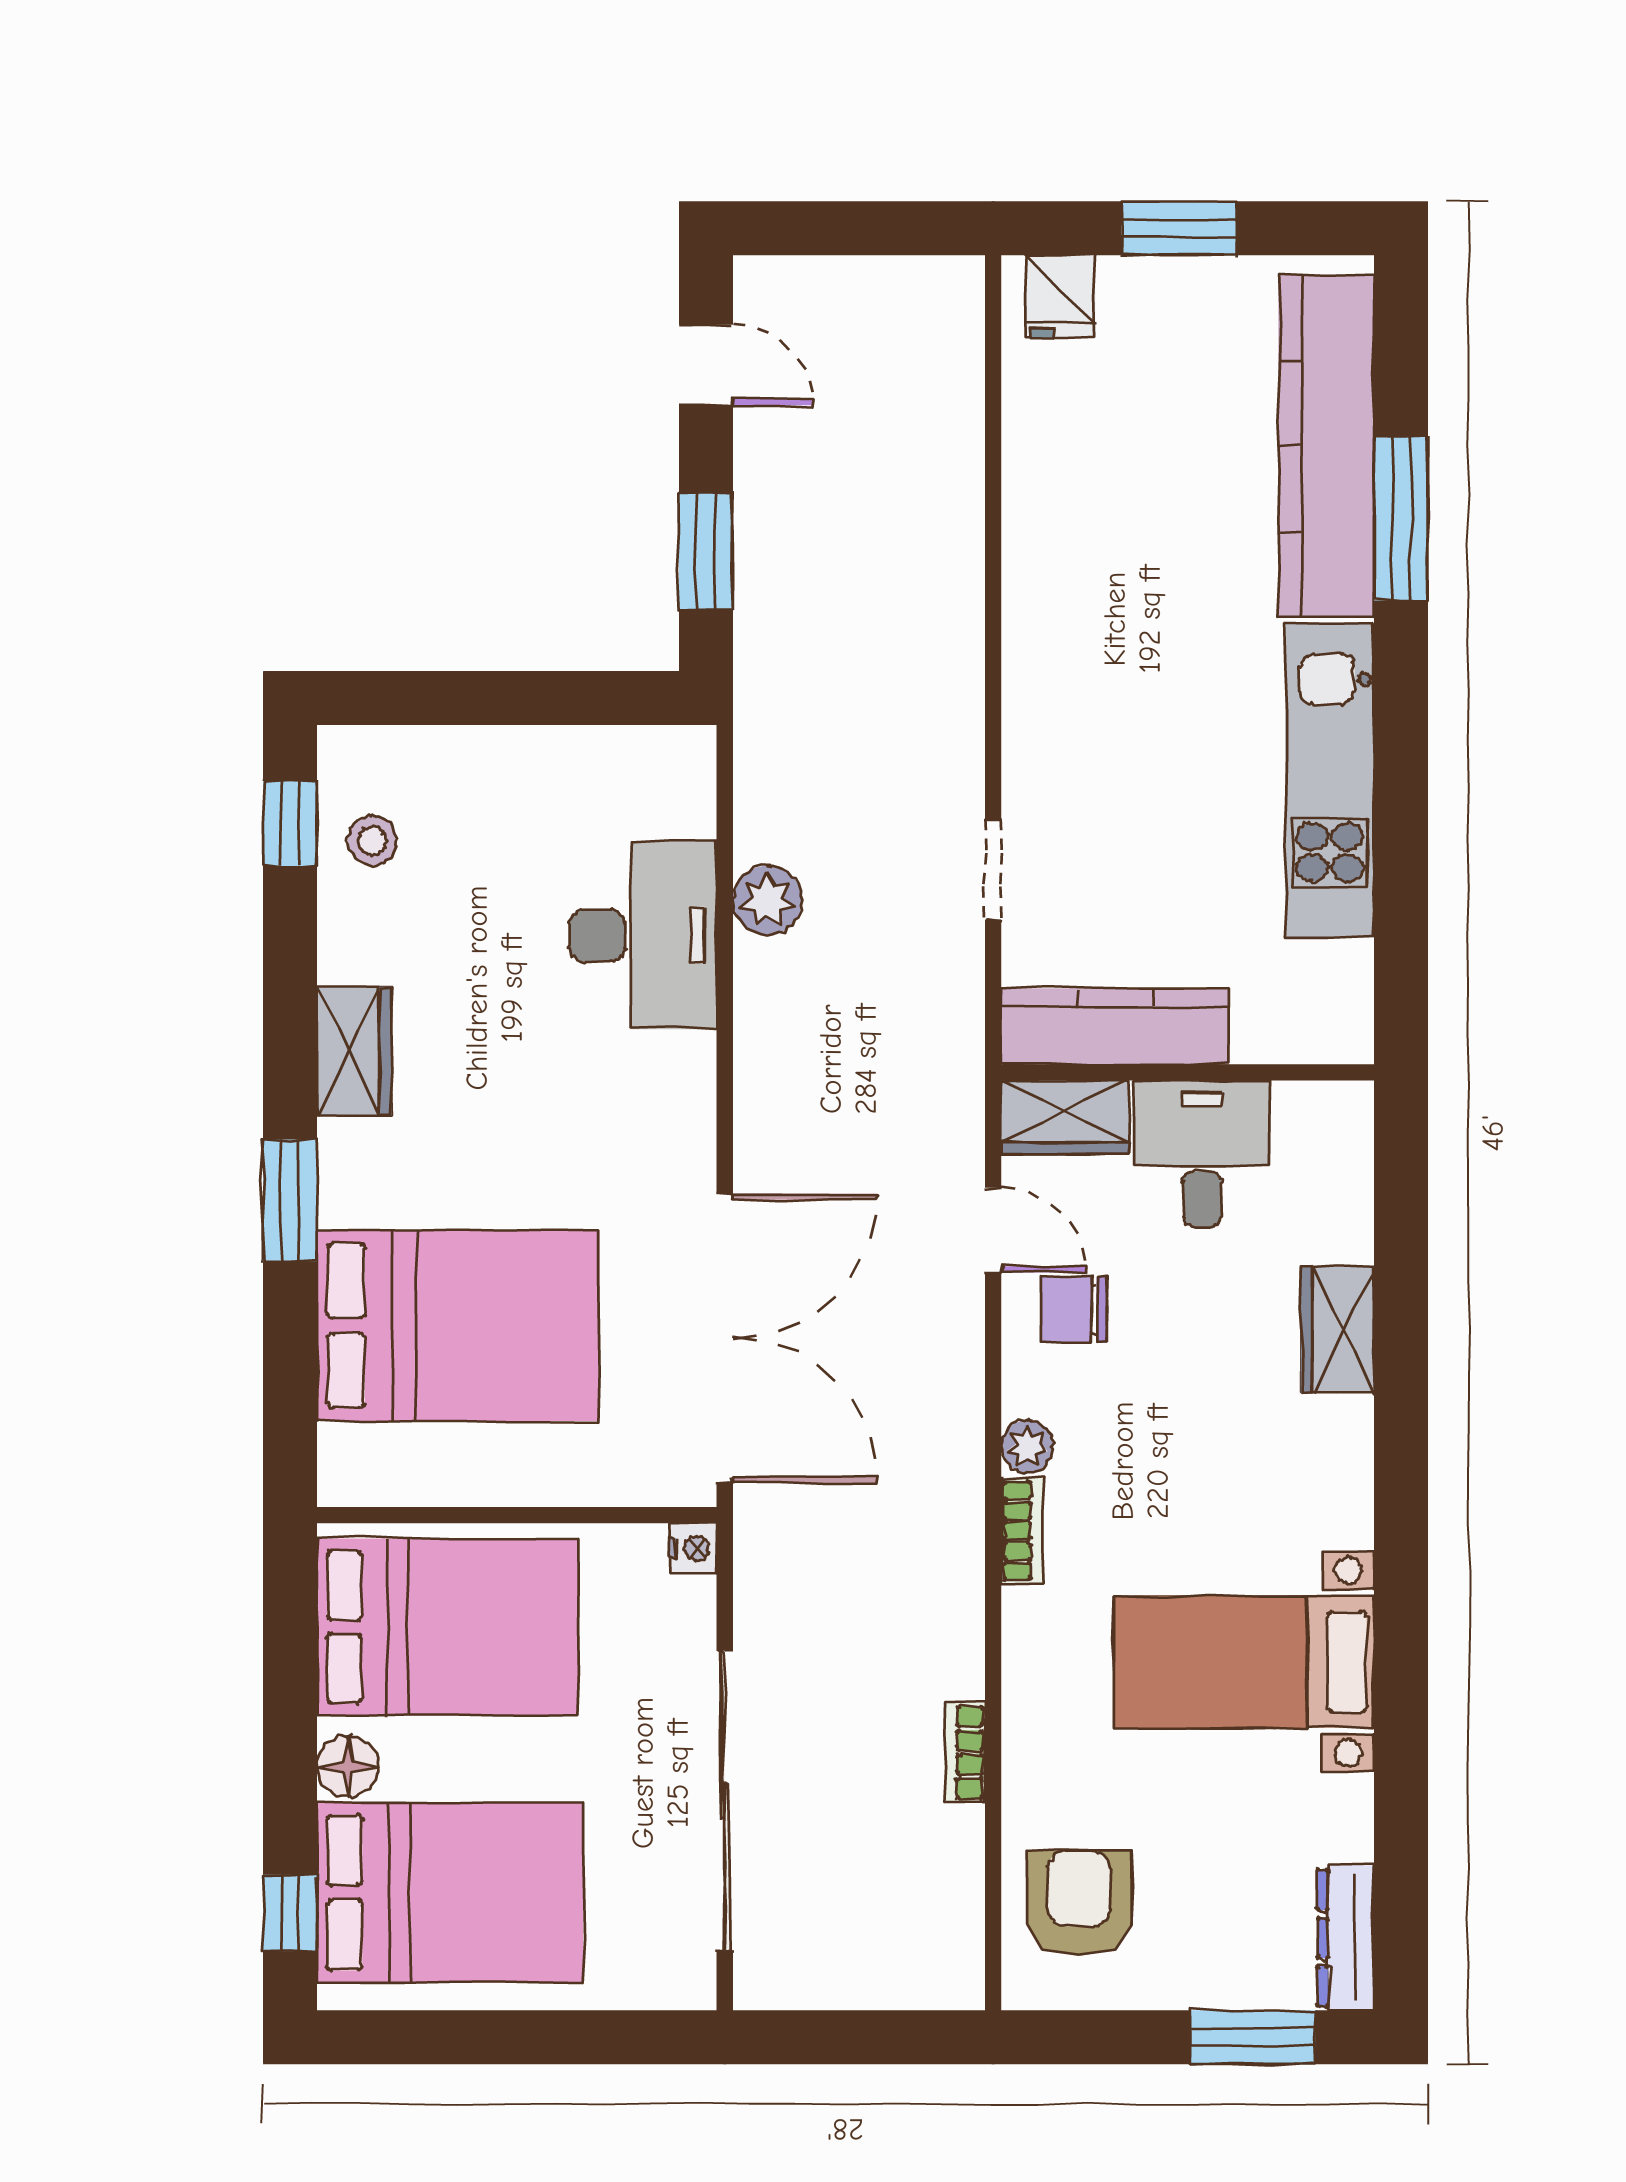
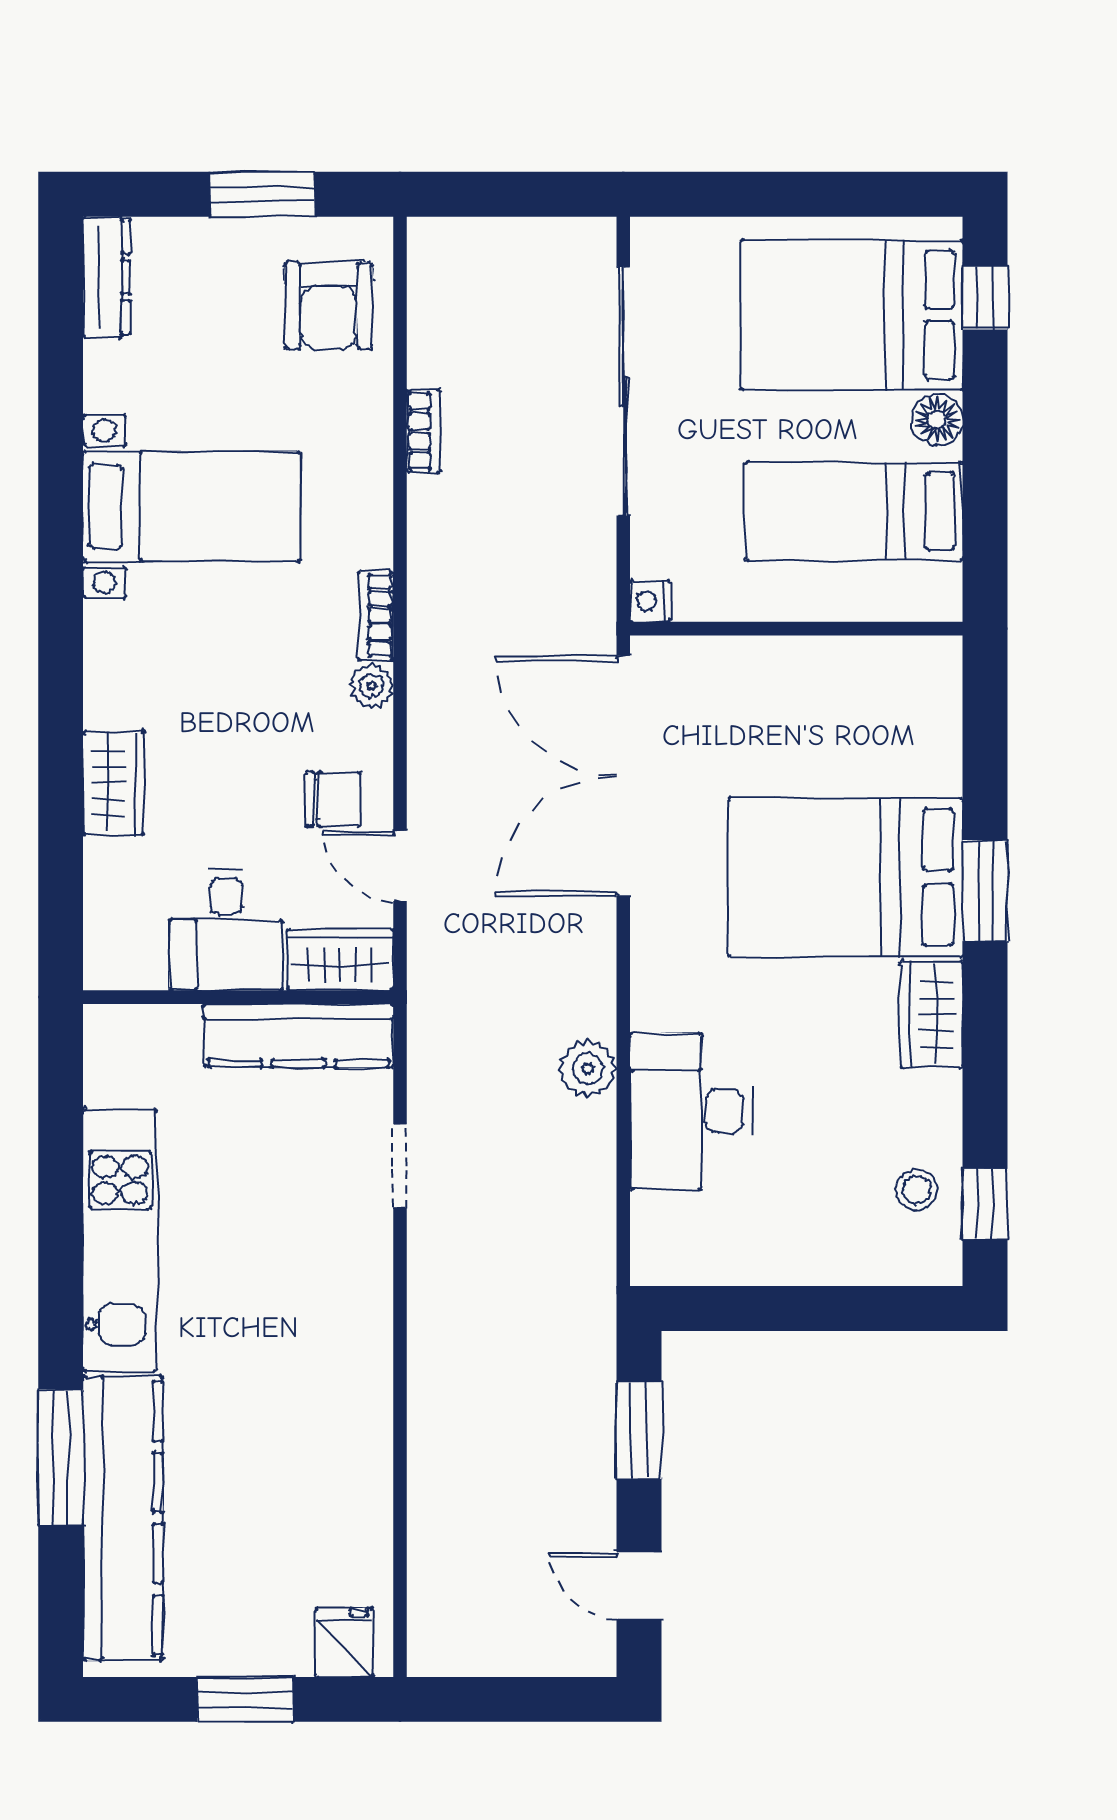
plant: (767, 900) -> (588, 1069), moved
bed: (458, 1326) -> (845, 877), moved
bed: (448, 1627) -> (854, 511), width x0.67
window: (1253, 2037) -> (262, 194), moved

